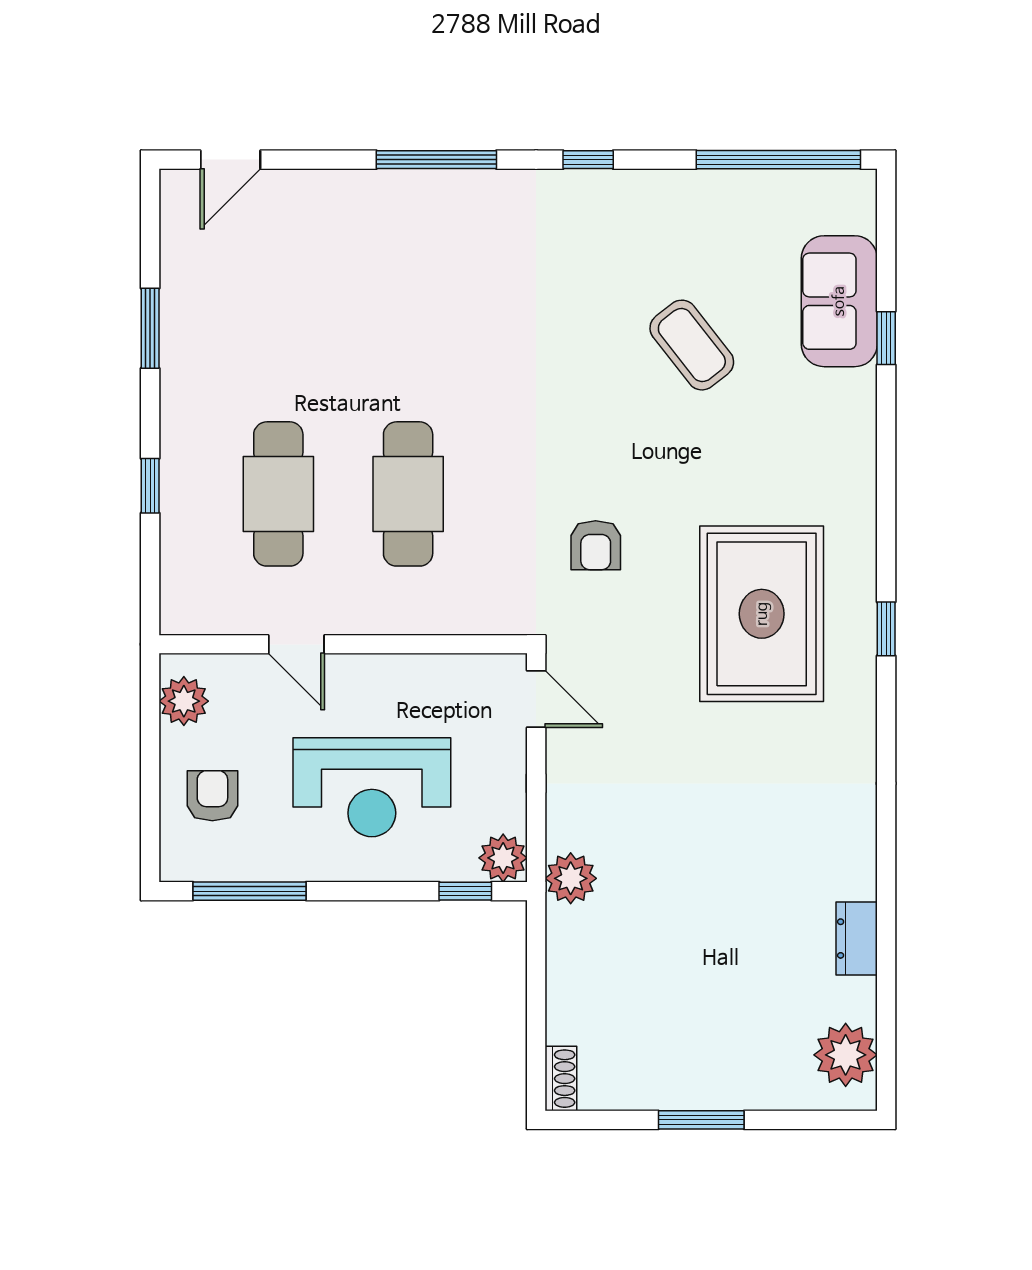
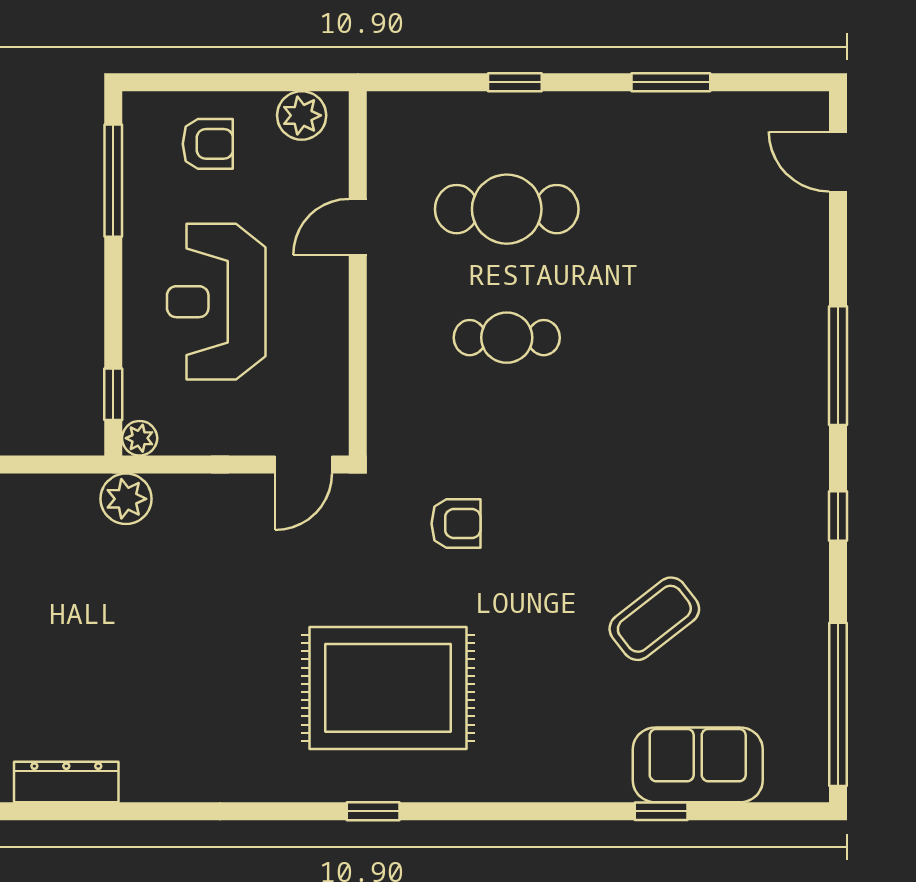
cafe table: (408, 494) -> (507, 338), width x0.73, depth x0.74
armchair: (596, 545) -> (456, 524), turned 180
plant: (503, 858) -> (140, 438), width x0.73, depth x0.73
dresser: (857, 939) -> (66, 782), width x1.44

